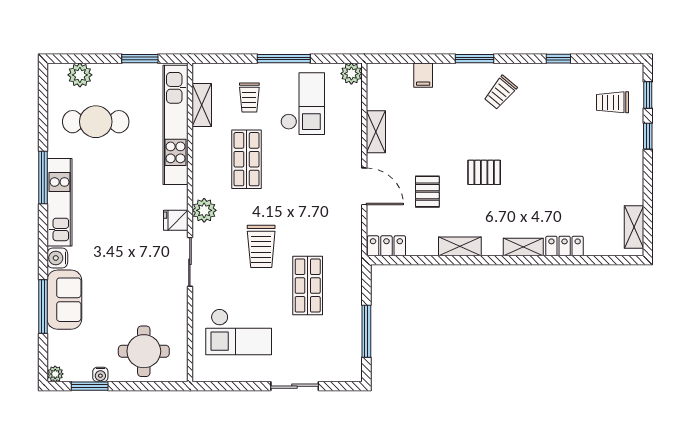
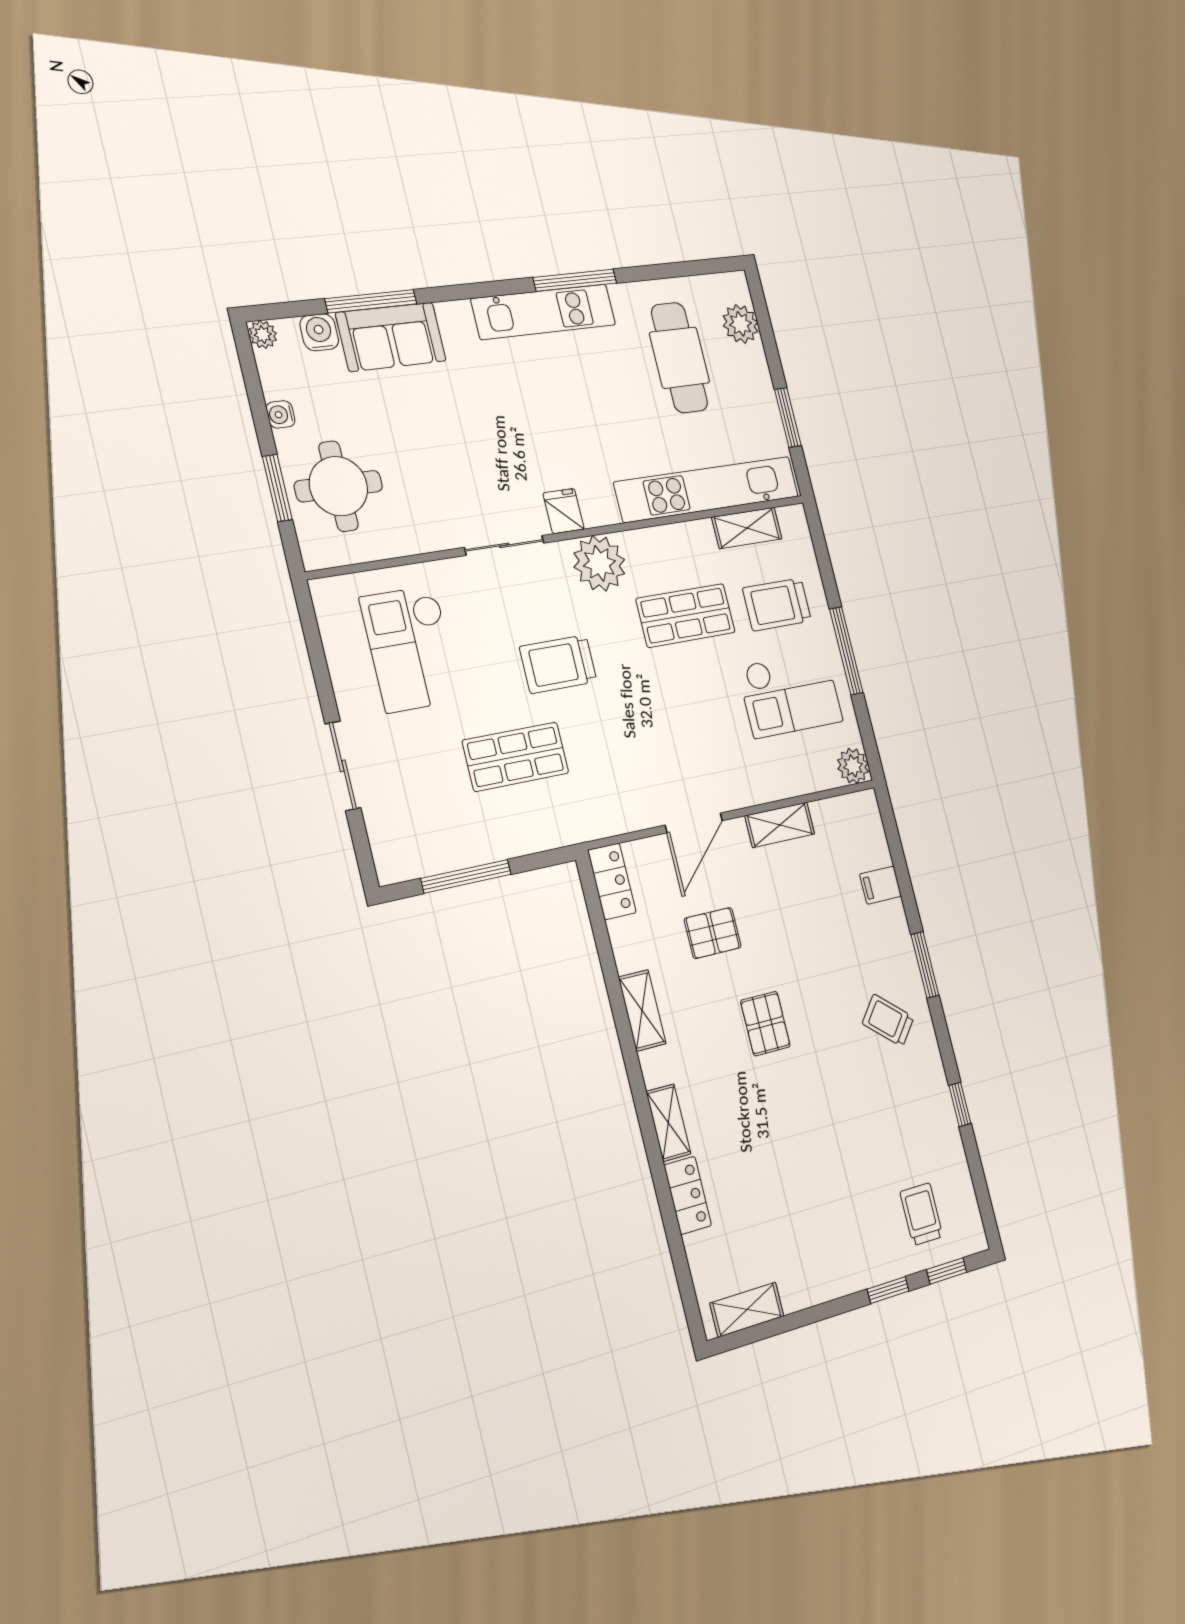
trolley: (249, 98) -> (777, 605), width x1.36, depth x1.39
plant: (204, 210) -> (599, 563), width x1.36, depth x1.36
water cooler: (57, 258) -> (319, 332), moved
window: (90, 386) -> (277, 488), moved

